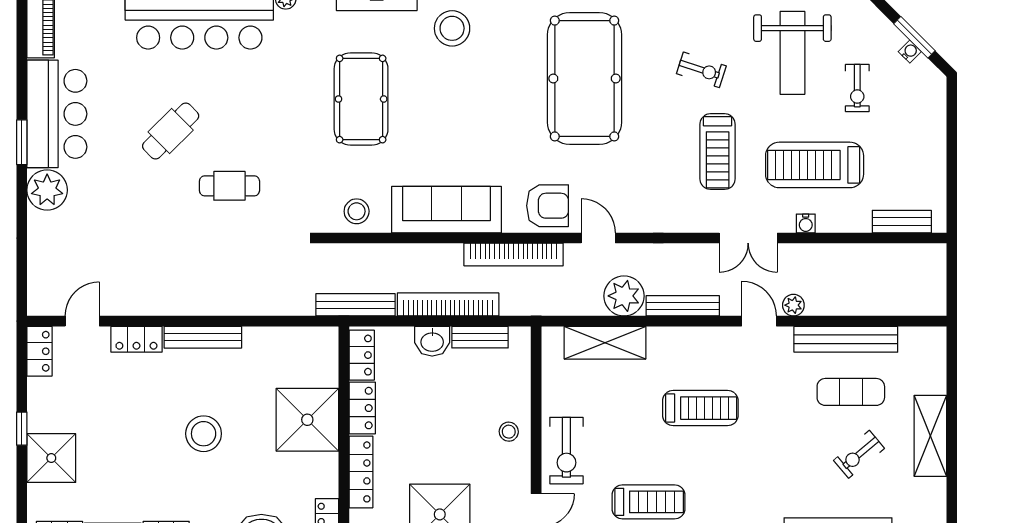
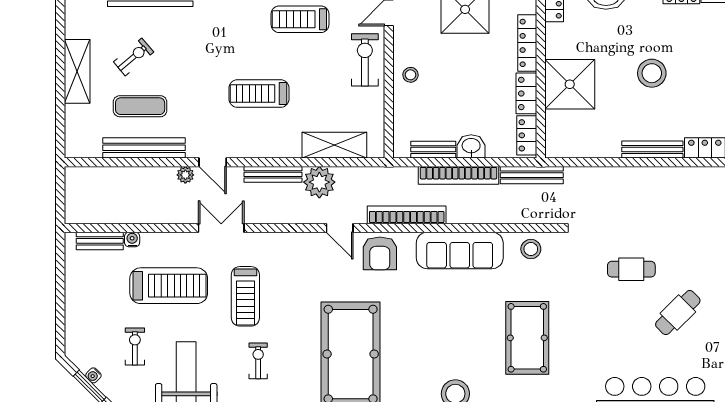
exercise bike: (701, 70) -> (258, 361), turned 72
treadmill: (718, 152) -> (245, 296), turned 180
armchair: (548, 206) -> (380, 253), turned -90
water cooler: (806, 223) -> (132, 239), moved

